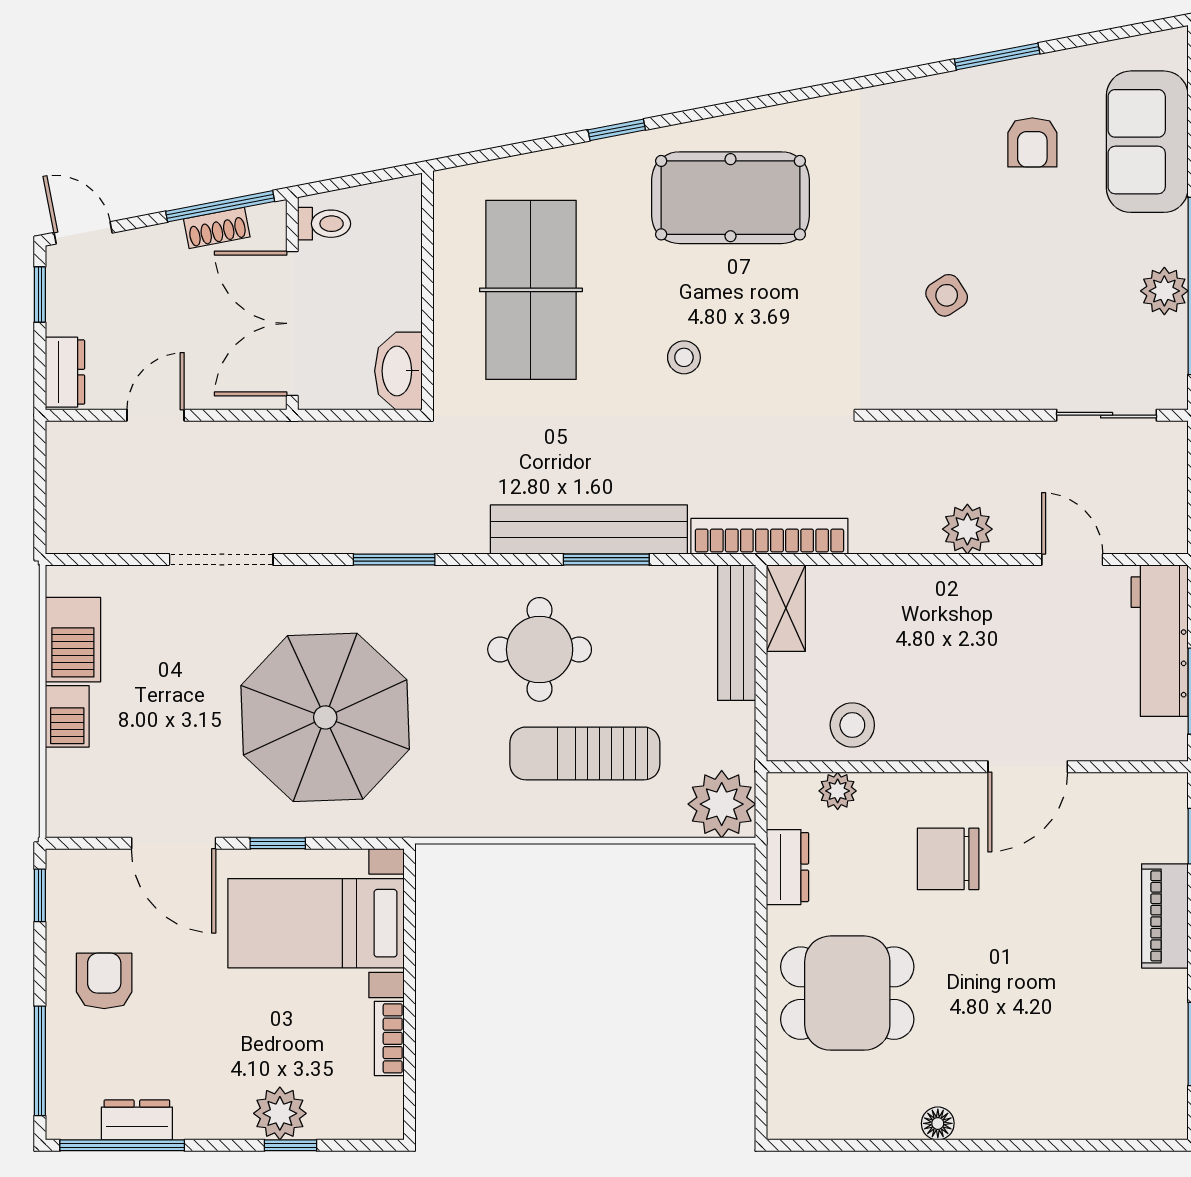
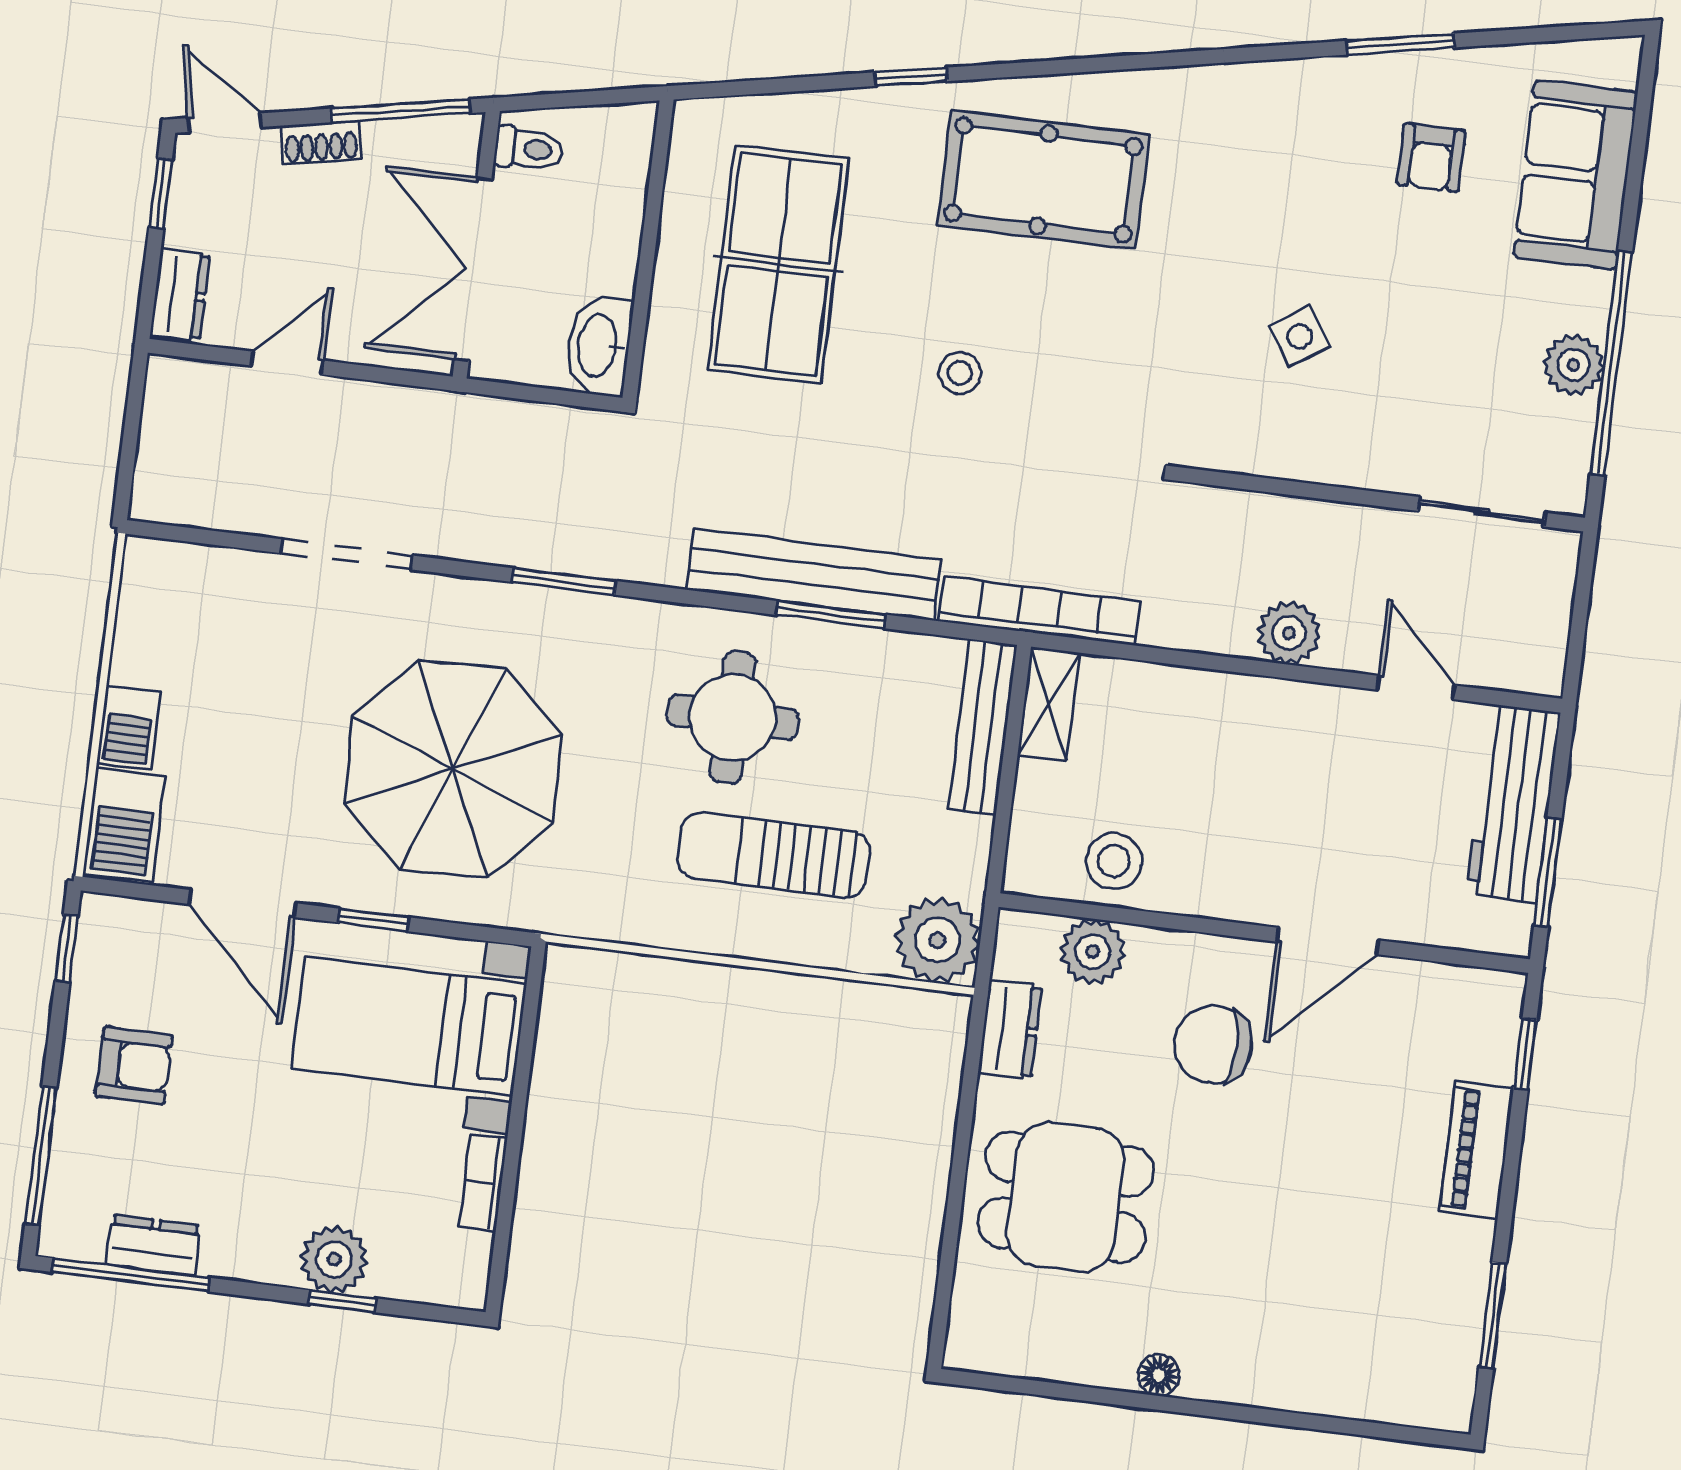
shoe rack: (217, 228) -> (321, 142), moved
barbecue: (73, 640) -> (124, 825), moved
plant: (838, 791) -> (1093, 952), width x1.38, depth x1.38
armchair: (104, 981) -> (134, 1066), turned 90

